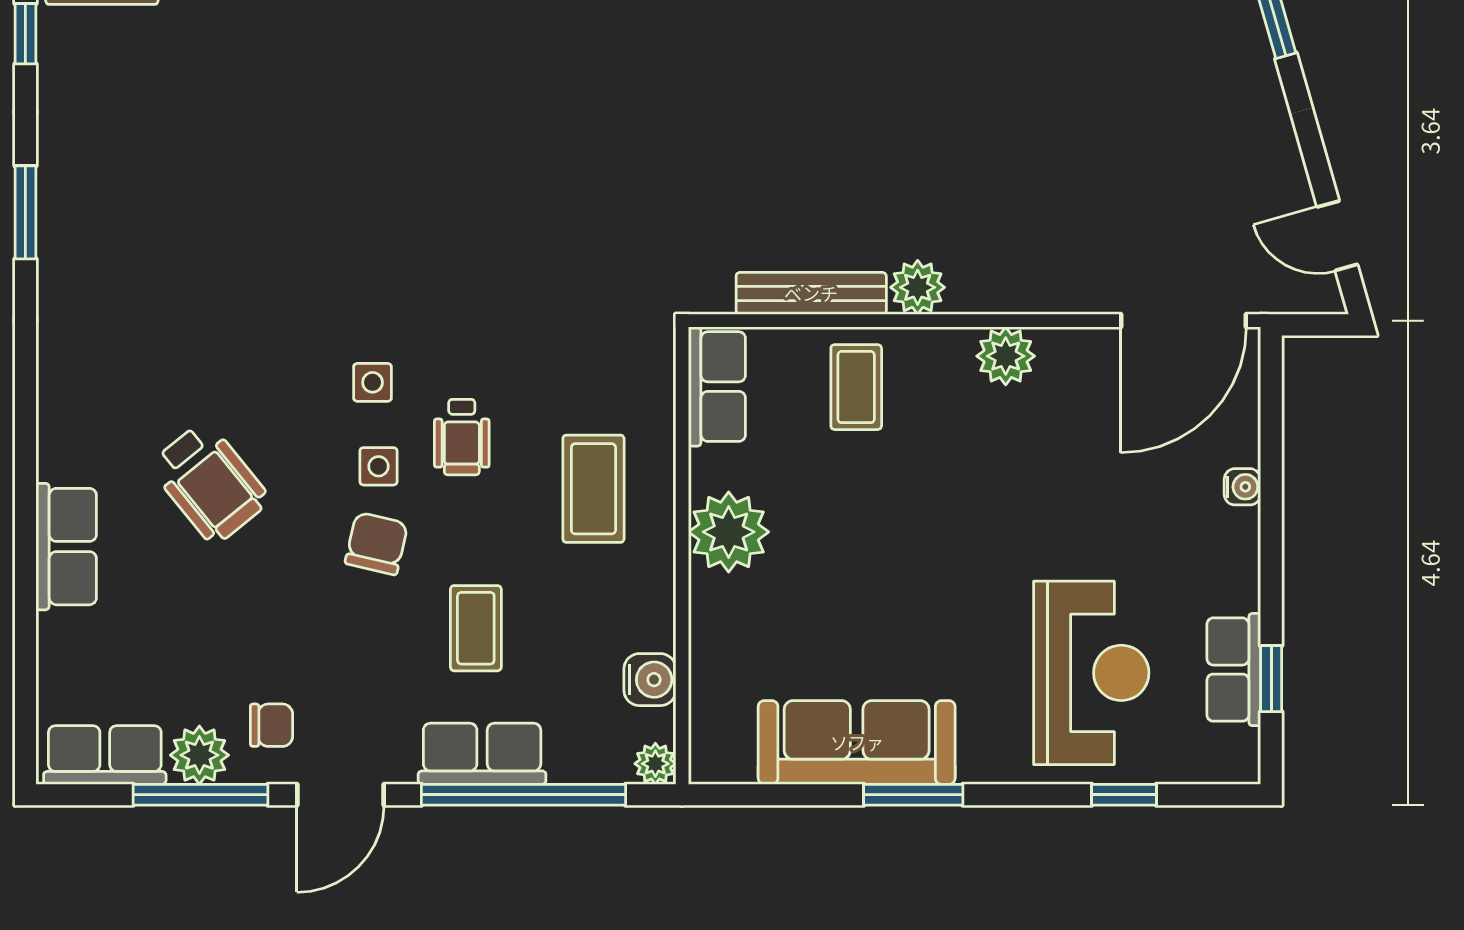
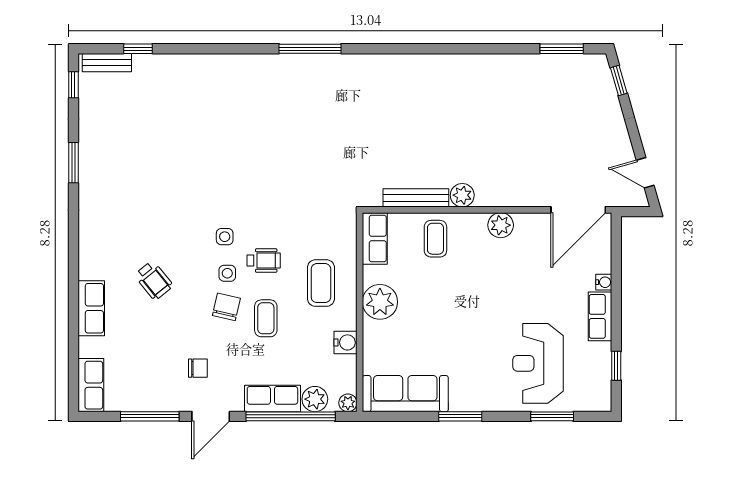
wheelchair: (462, 437) -> (264, 260), turned -90
wheelchair: (210, 483) -> (154, 280), width x0.73, depth x0.73
coffee table: (476, 628) -> (266, 318), moved
row of seats: (1234, 670) -> (600, 316), moved
reception desk: (1091, 673) -> (538, 363), turned 180
water cooler: (650, 680) -> (346, 342), moved
chair: (272, 725) -> (198, 368), moved
sofa: (857, 742) -> (405, 394), moved
row of seats: (105, 755) -> (91, 385), moved, turned 90
plant: (199, 755) -> (315, 399), moved
window: (1124, 795) -> (552, 416), width x1.50

